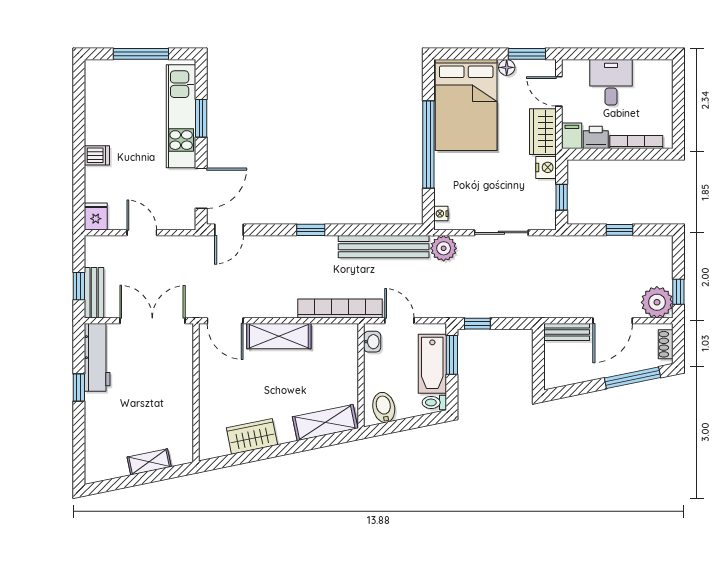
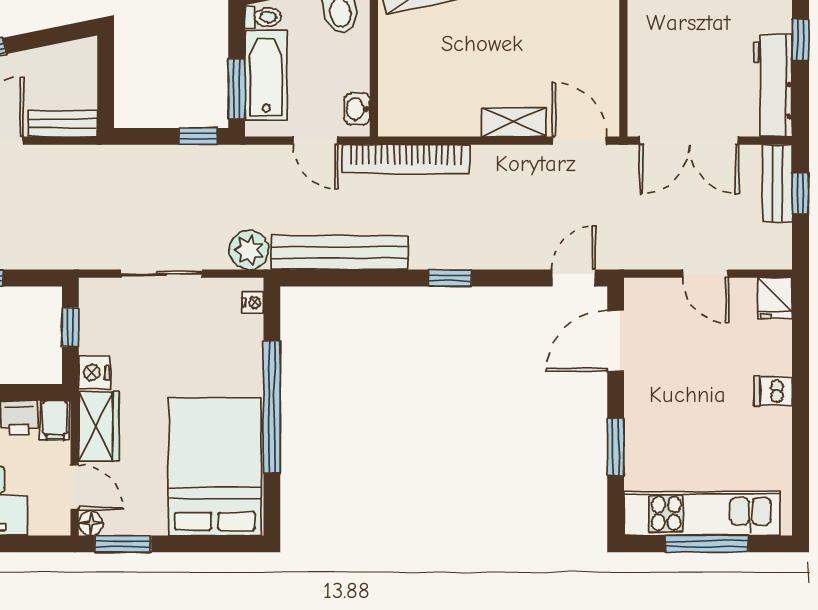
floor lamp: (507, 67) -> (91, 523), moved
kitchen unit: (181, 116) -> (702, 514), moved, turned -90
shelving: (279, 336) -> (514, 122), width x0.67, depth x0.75

